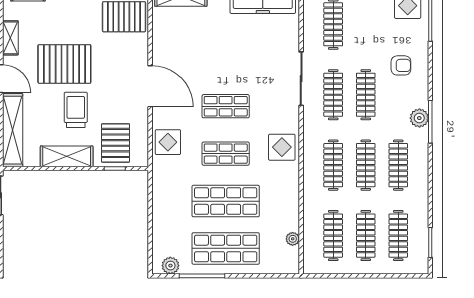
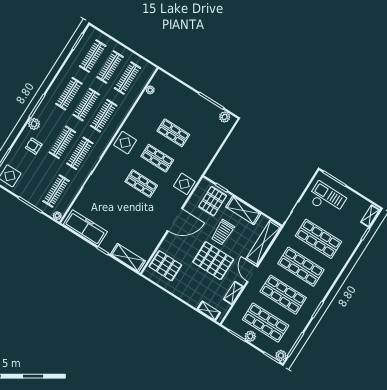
door: (150, 86) -> (175, 220), swing flipped
plant: (419, 118) -> (34, 124), moved
shop shelf: (226, 201) -> (173, 133), width x0.70, depth x0.74
shop shelf: (226, 248) -> (189, 107), removed

